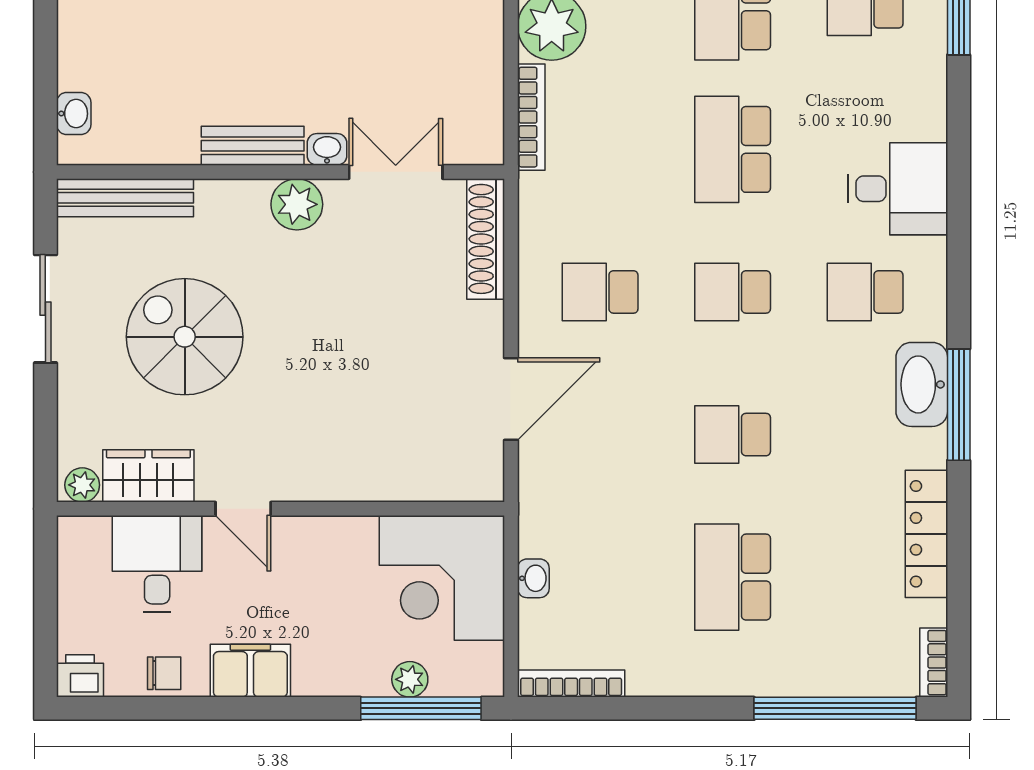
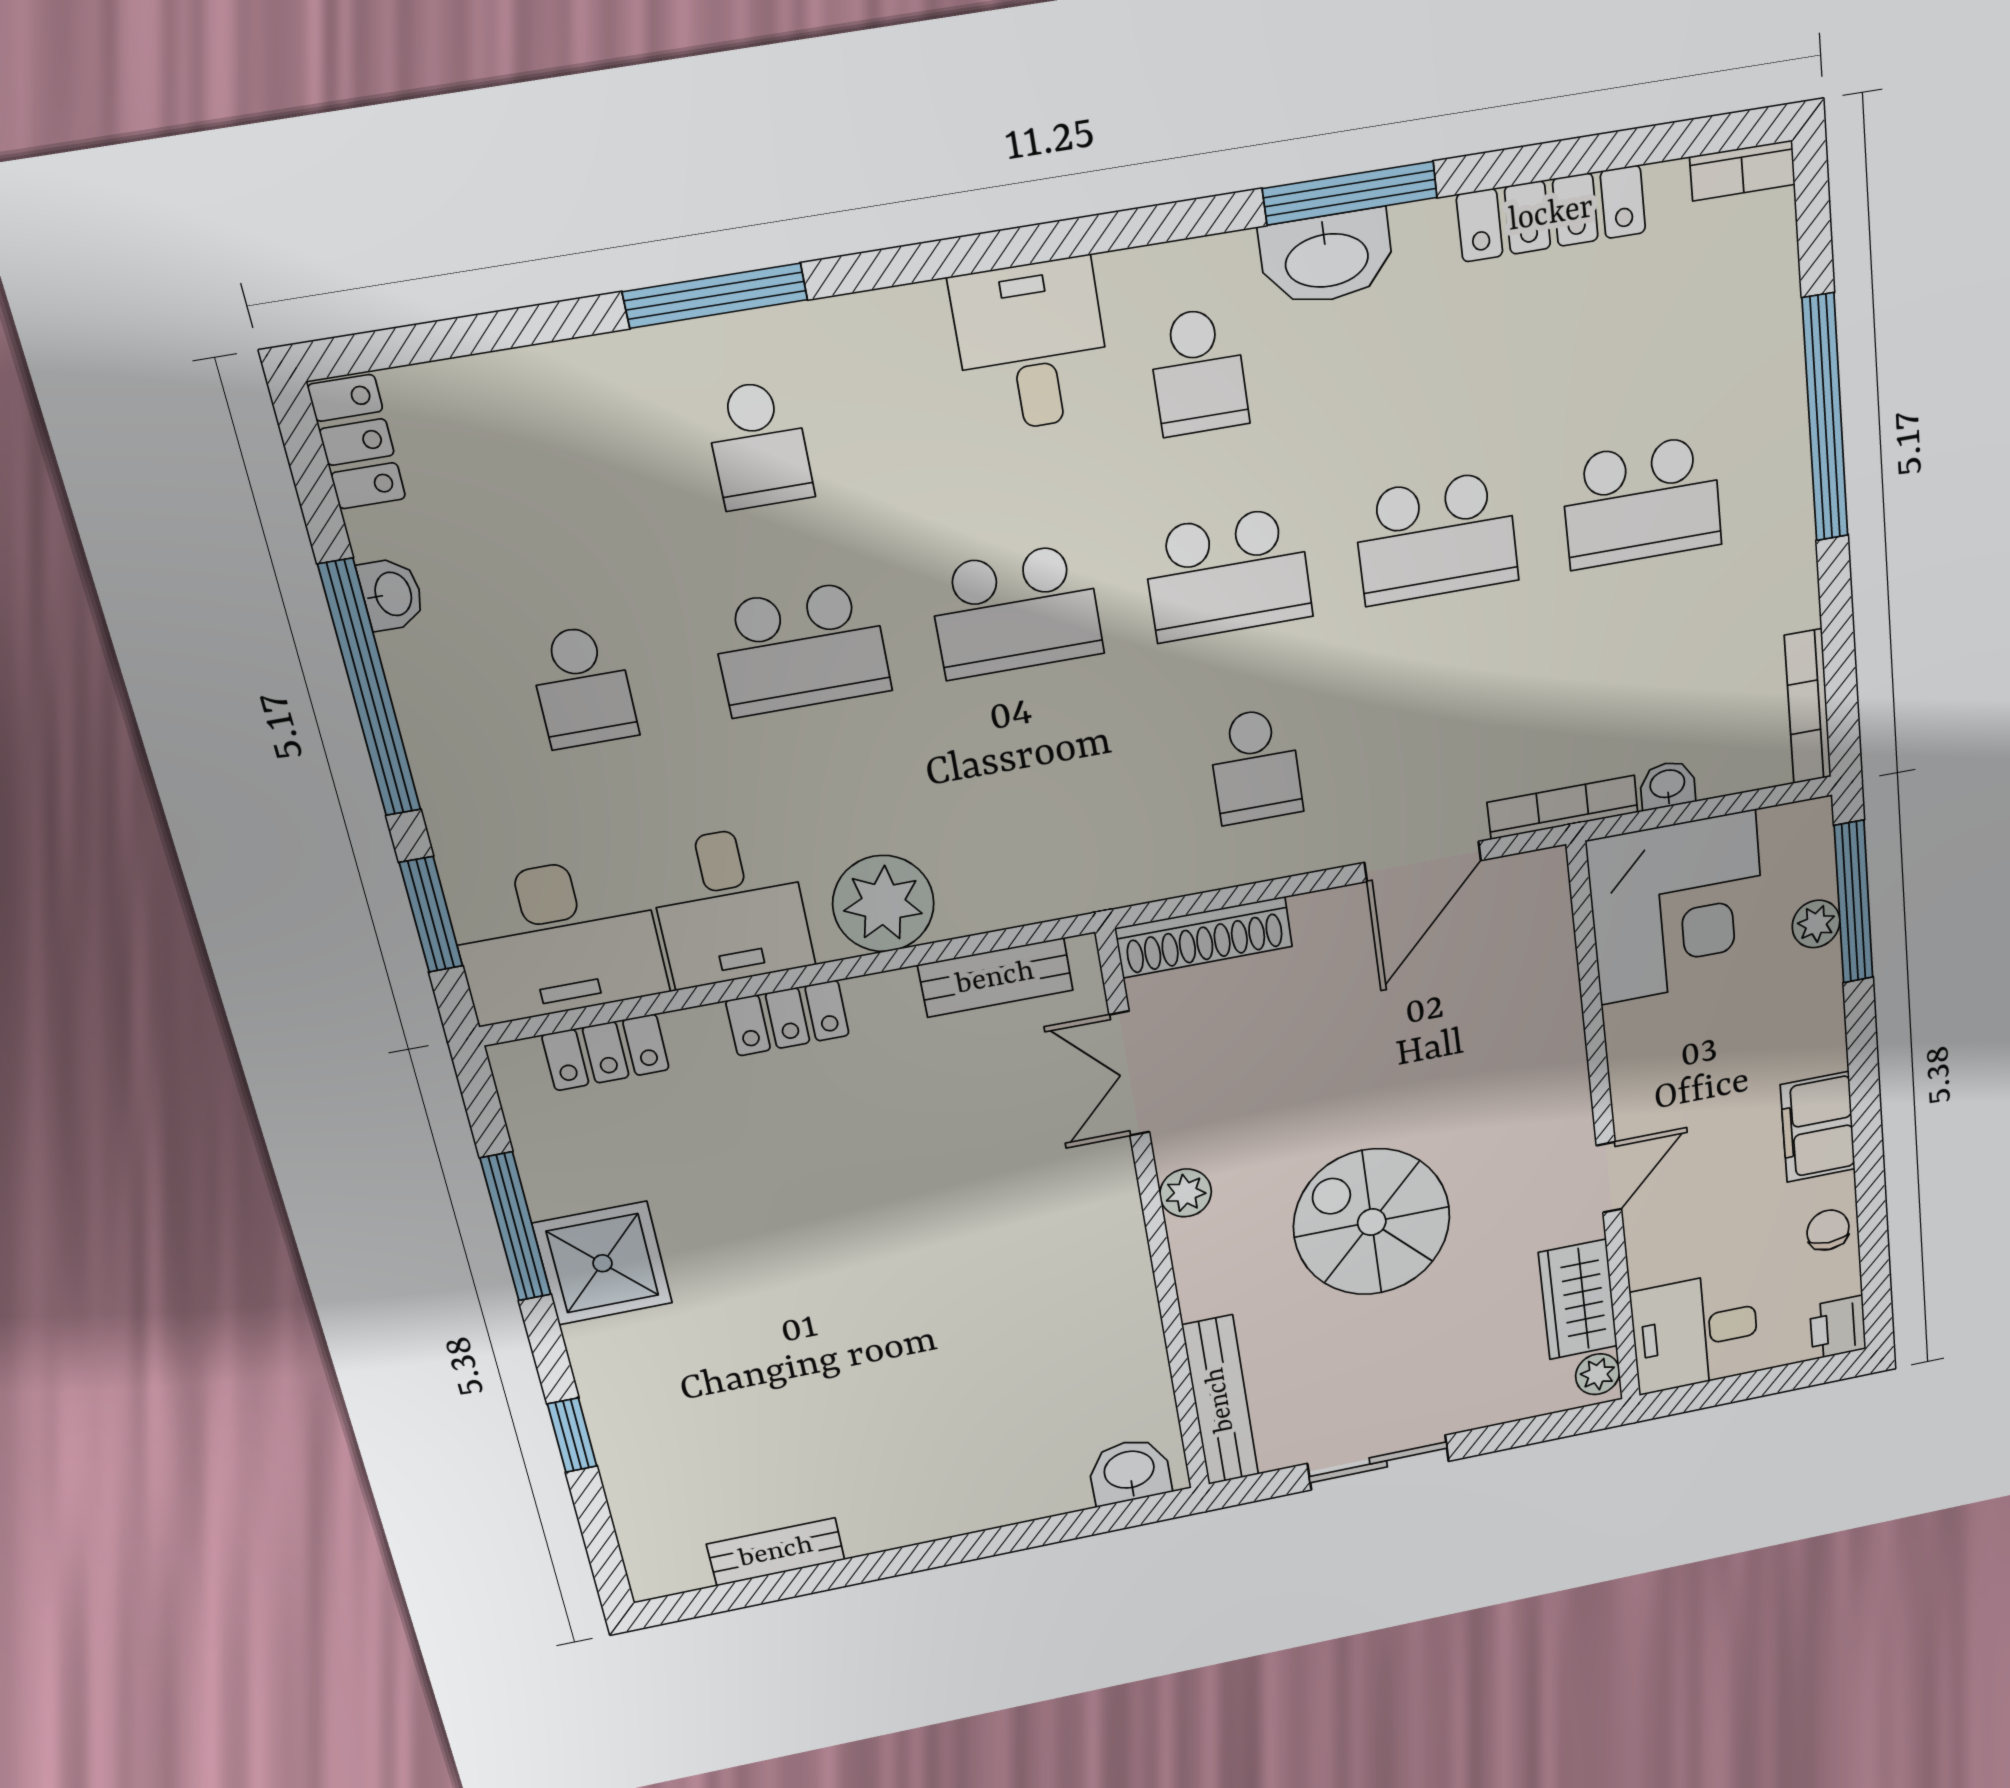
washbasin: (74, 114) -> (1129, 1471), width x1.38, depth x1.45
bookcase: (531, 117) -> (1563, 807), moved
bench: (253, 146) -> (995, 978), moved, turned 90
washbasin: (327, 149) -> (1114, 1168), removed
plant: (297, 204) -> (1186, 1193), width x0.73, depth x0.73
school desk: (733, 292) -> (1228, 574), width x1.85
spiral stairs: (185, 337) -> (1372, 1222), moved, turned 90
door: (511, 399) -> (1423, 861), swing flipped
school desk: (733, 435) -> (1436, 538), width x1.85
desk: (157, 564) -> (1695, 1332), moved
window: (835, 708) -> (1825, 418), moved

